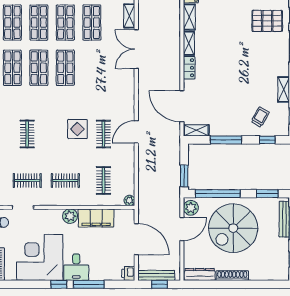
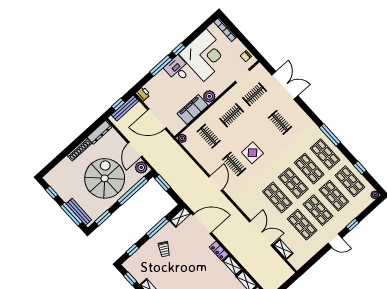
shop shelf: (92, 68) -> (277, 197), added
trolley: (260, 117) -> (164, 249), moved

